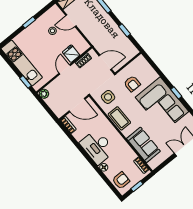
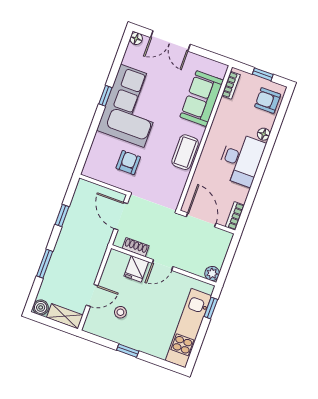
door: (71, 21) -> (92, 295), hinge flipped
side table: (108, 97) -> (165, 185), removed

